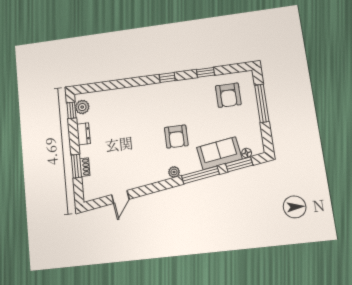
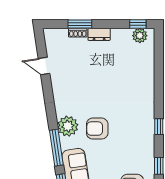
dresser: (83, 134) -> (99, 34), moved
plant: (174, 172) -> (68, 126), width x1.88, depth x1.88

